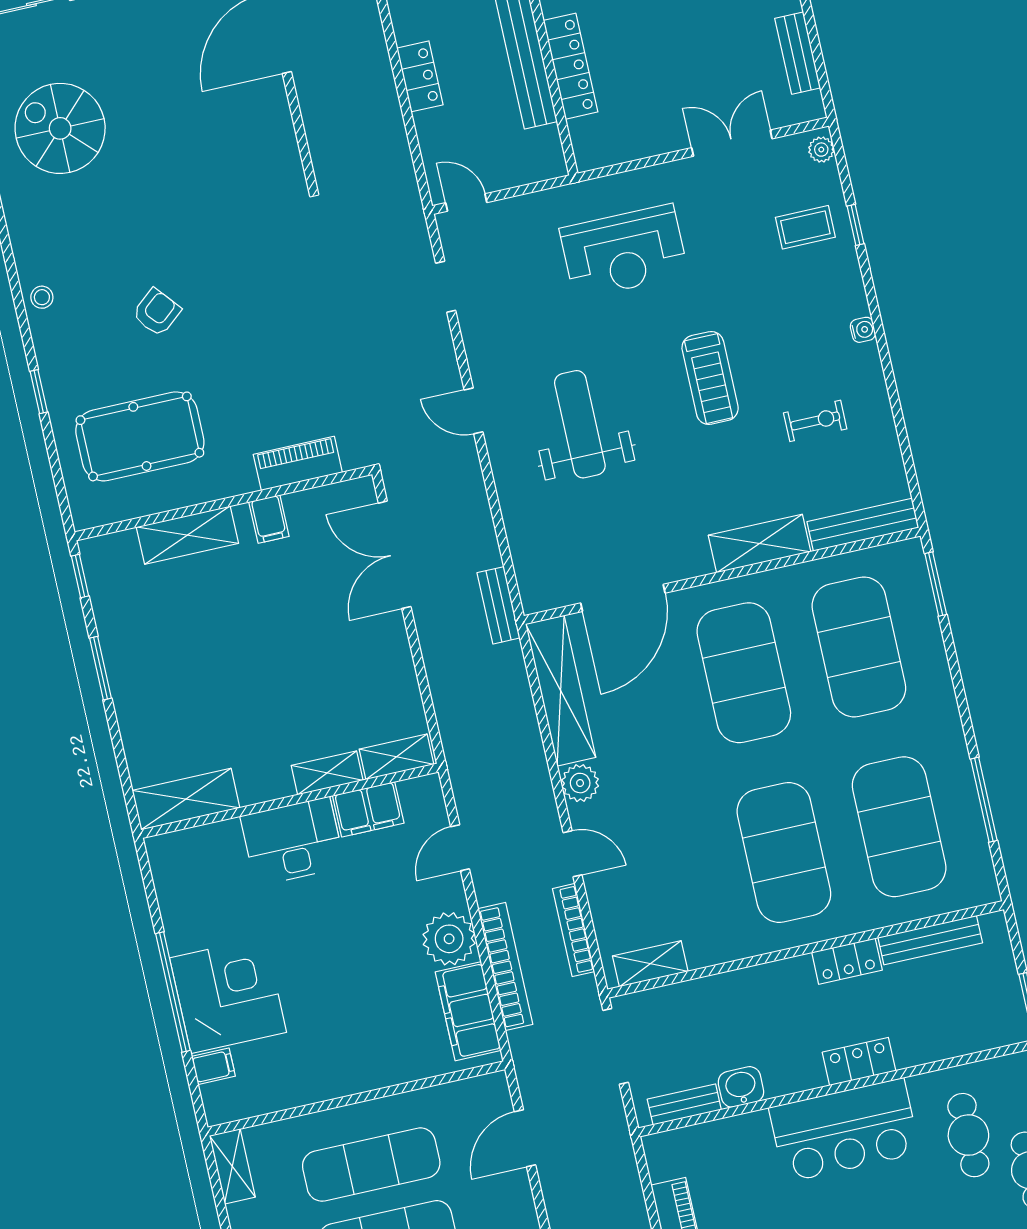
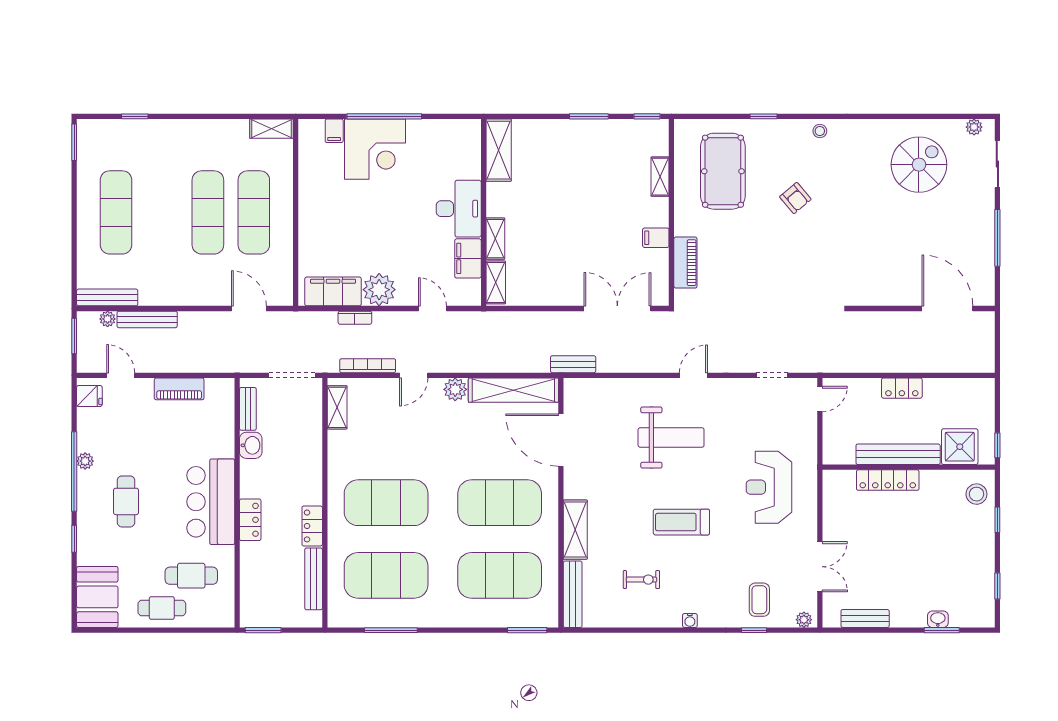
exercise bike: (815, 421) -> (641, 580), turned -90
shelving: (187, 535) -> (660, 177), width x0.67, depth x0.75
bookcase: (505, 967) -> (355, 318), width x0.43, depth x0.76

